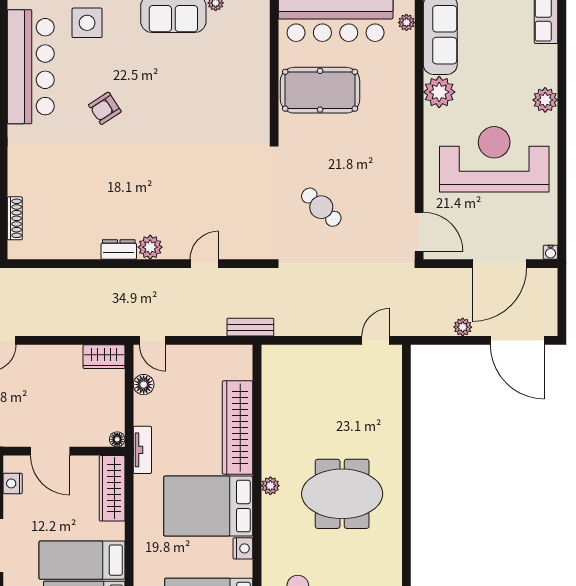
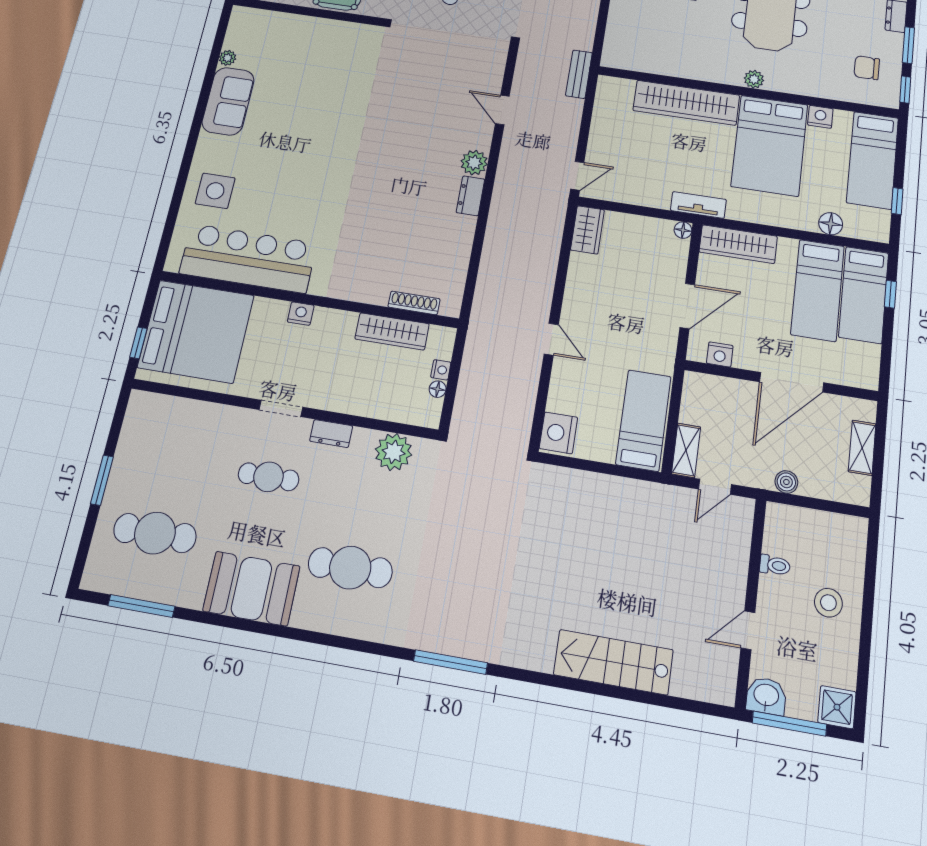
armchair: (105, 108) -> (312, 187), removed
floor lamp: (144, 385) -> (831, 224), moved

